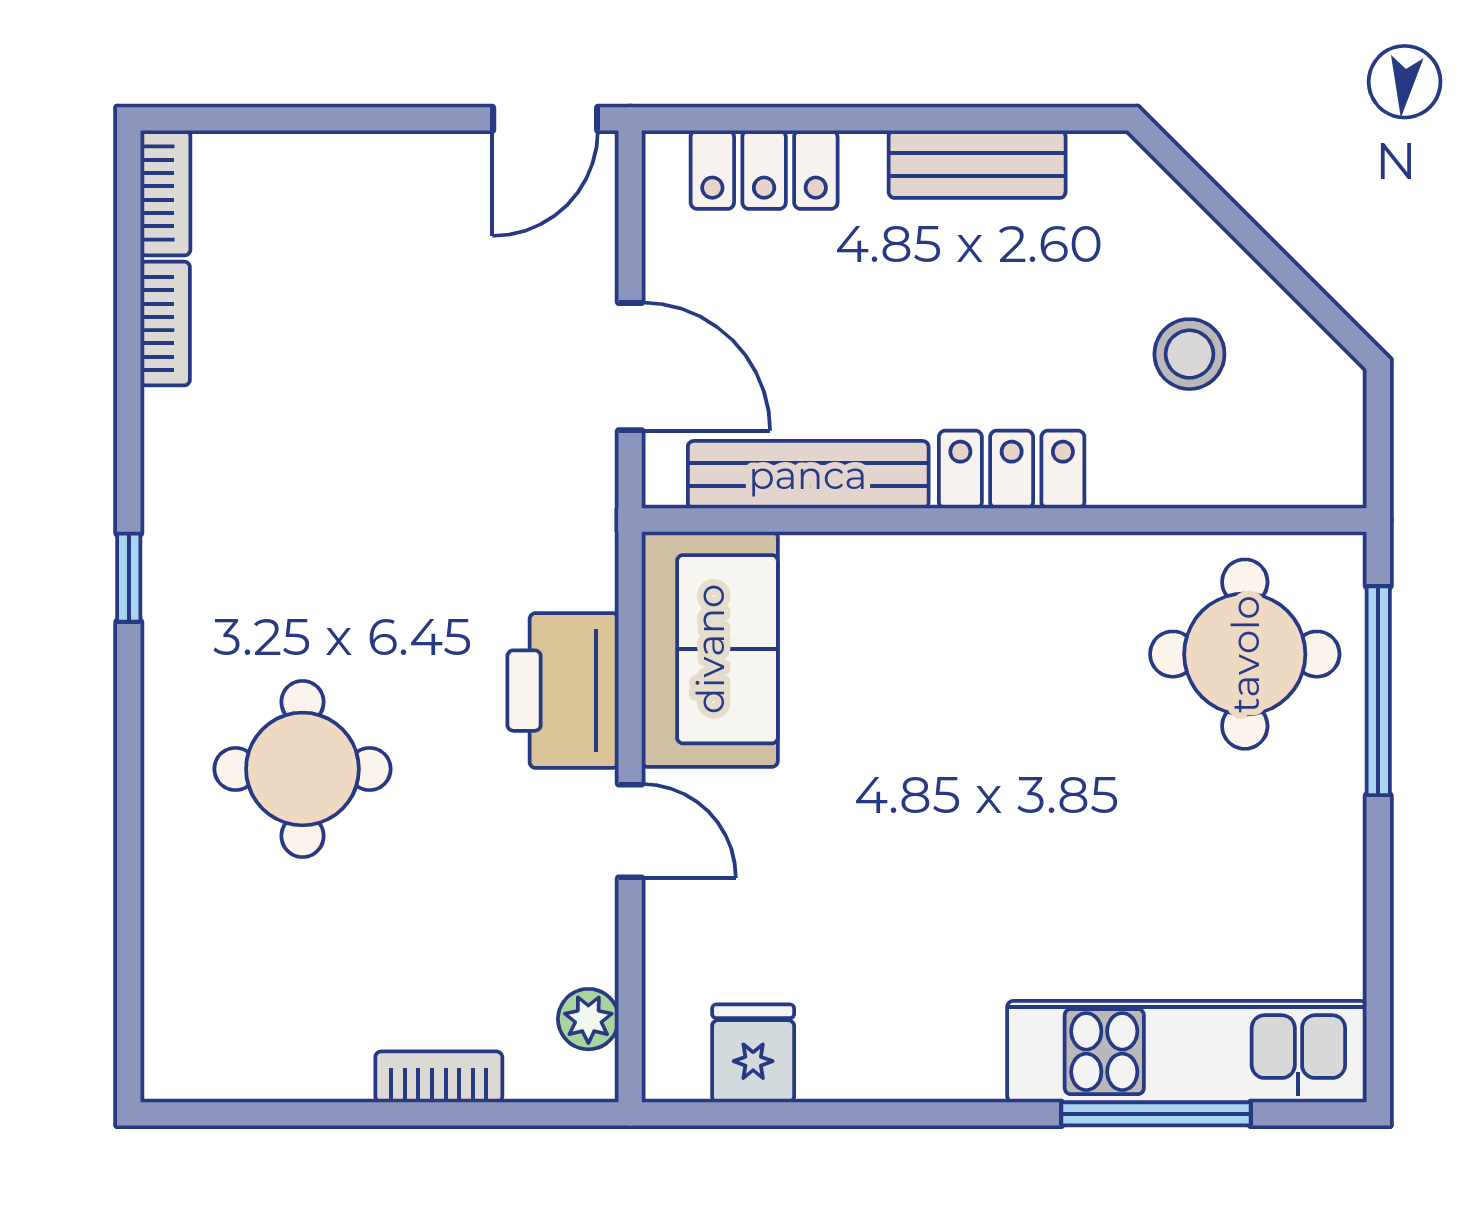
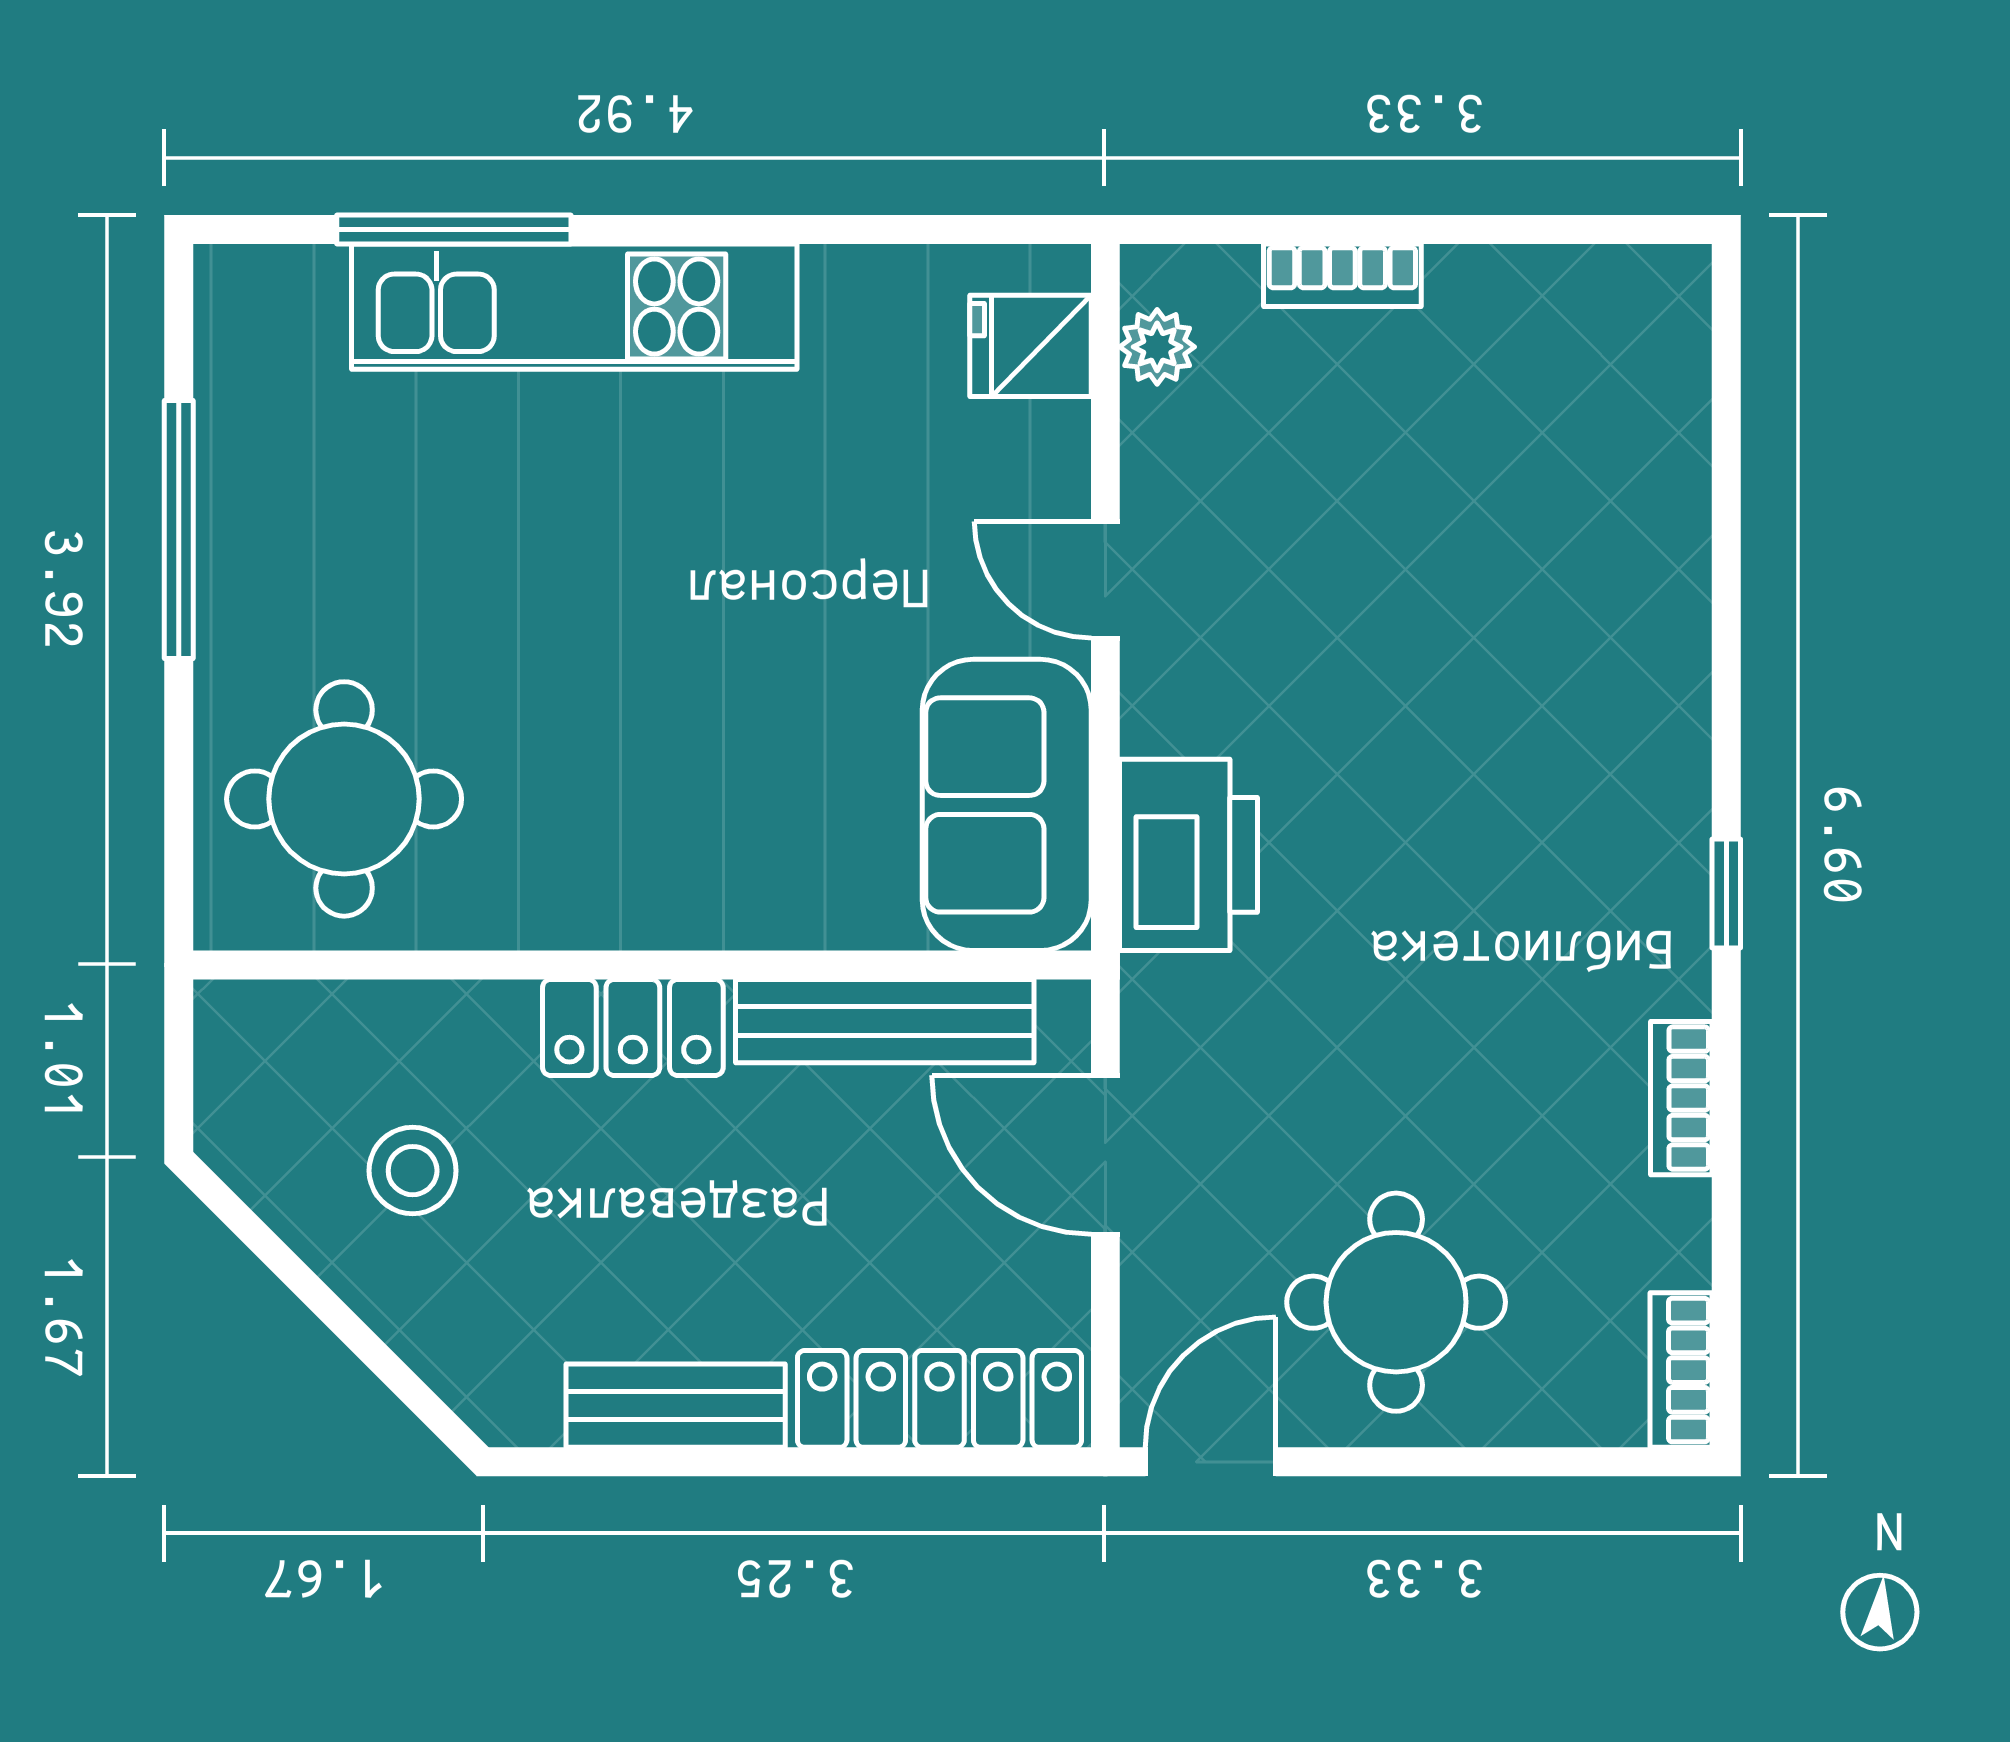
locker: (764, 170) -> (939, 1399), width x1.53
bookcase: (165, 324) -> (1681, 1098), moved
printer: (563, 691) -> (1189, 855), moved
window: (1378, 691) -> (179, 530), moved
round table: (302, 769) -> (1396, 1302), moved
kitchen unit: (1187, 1052) -> (574, 307), moved
fridge: (753, 1053) -> (1030, 346), moved, turned 90

